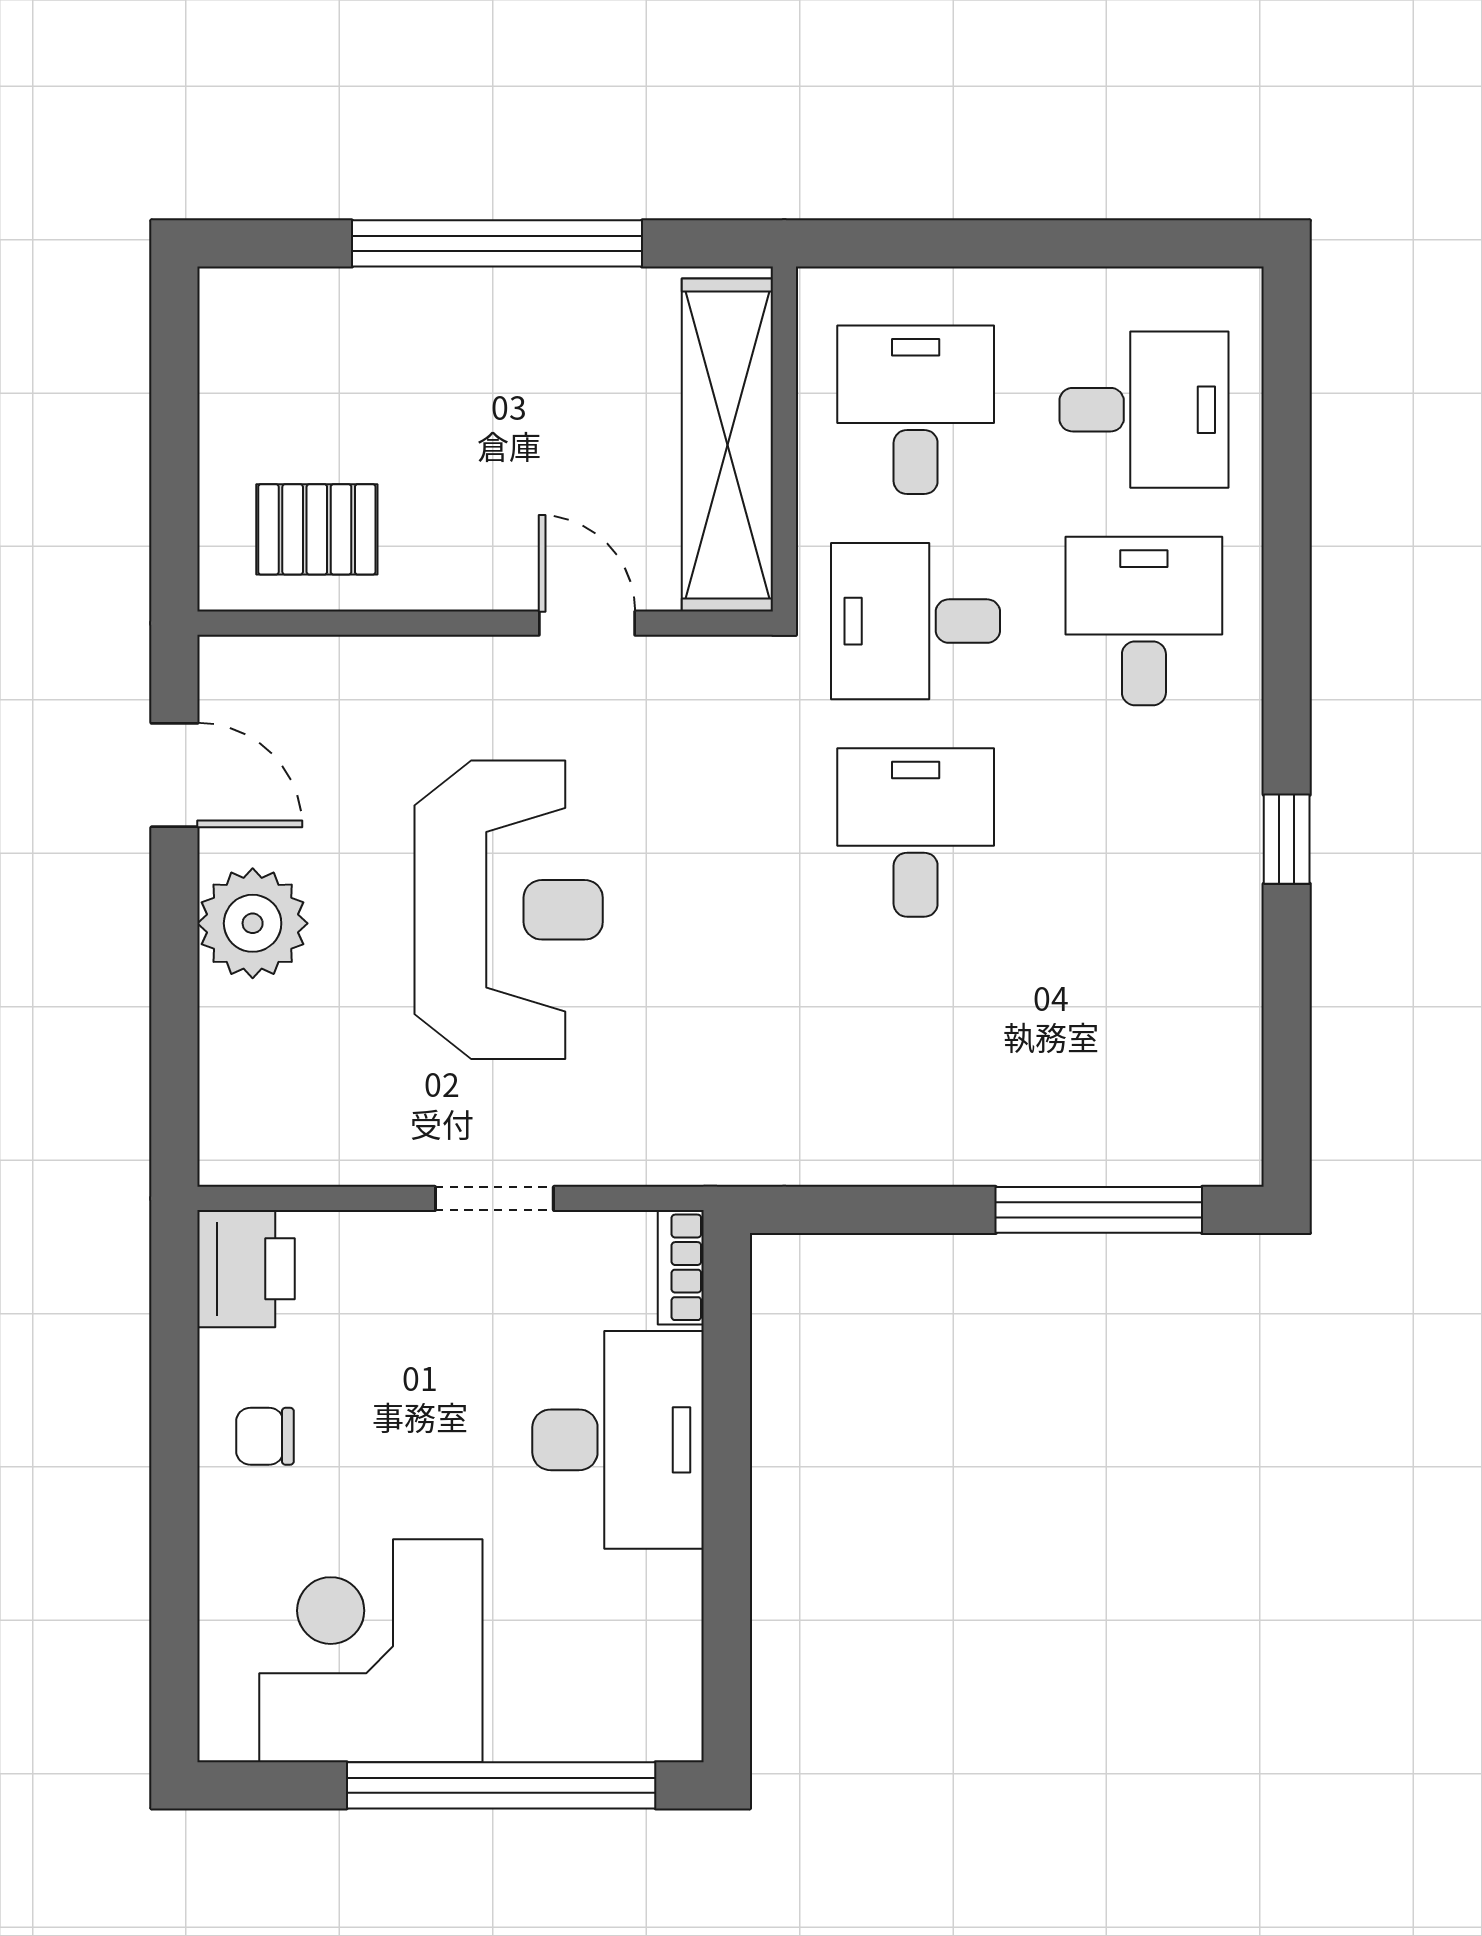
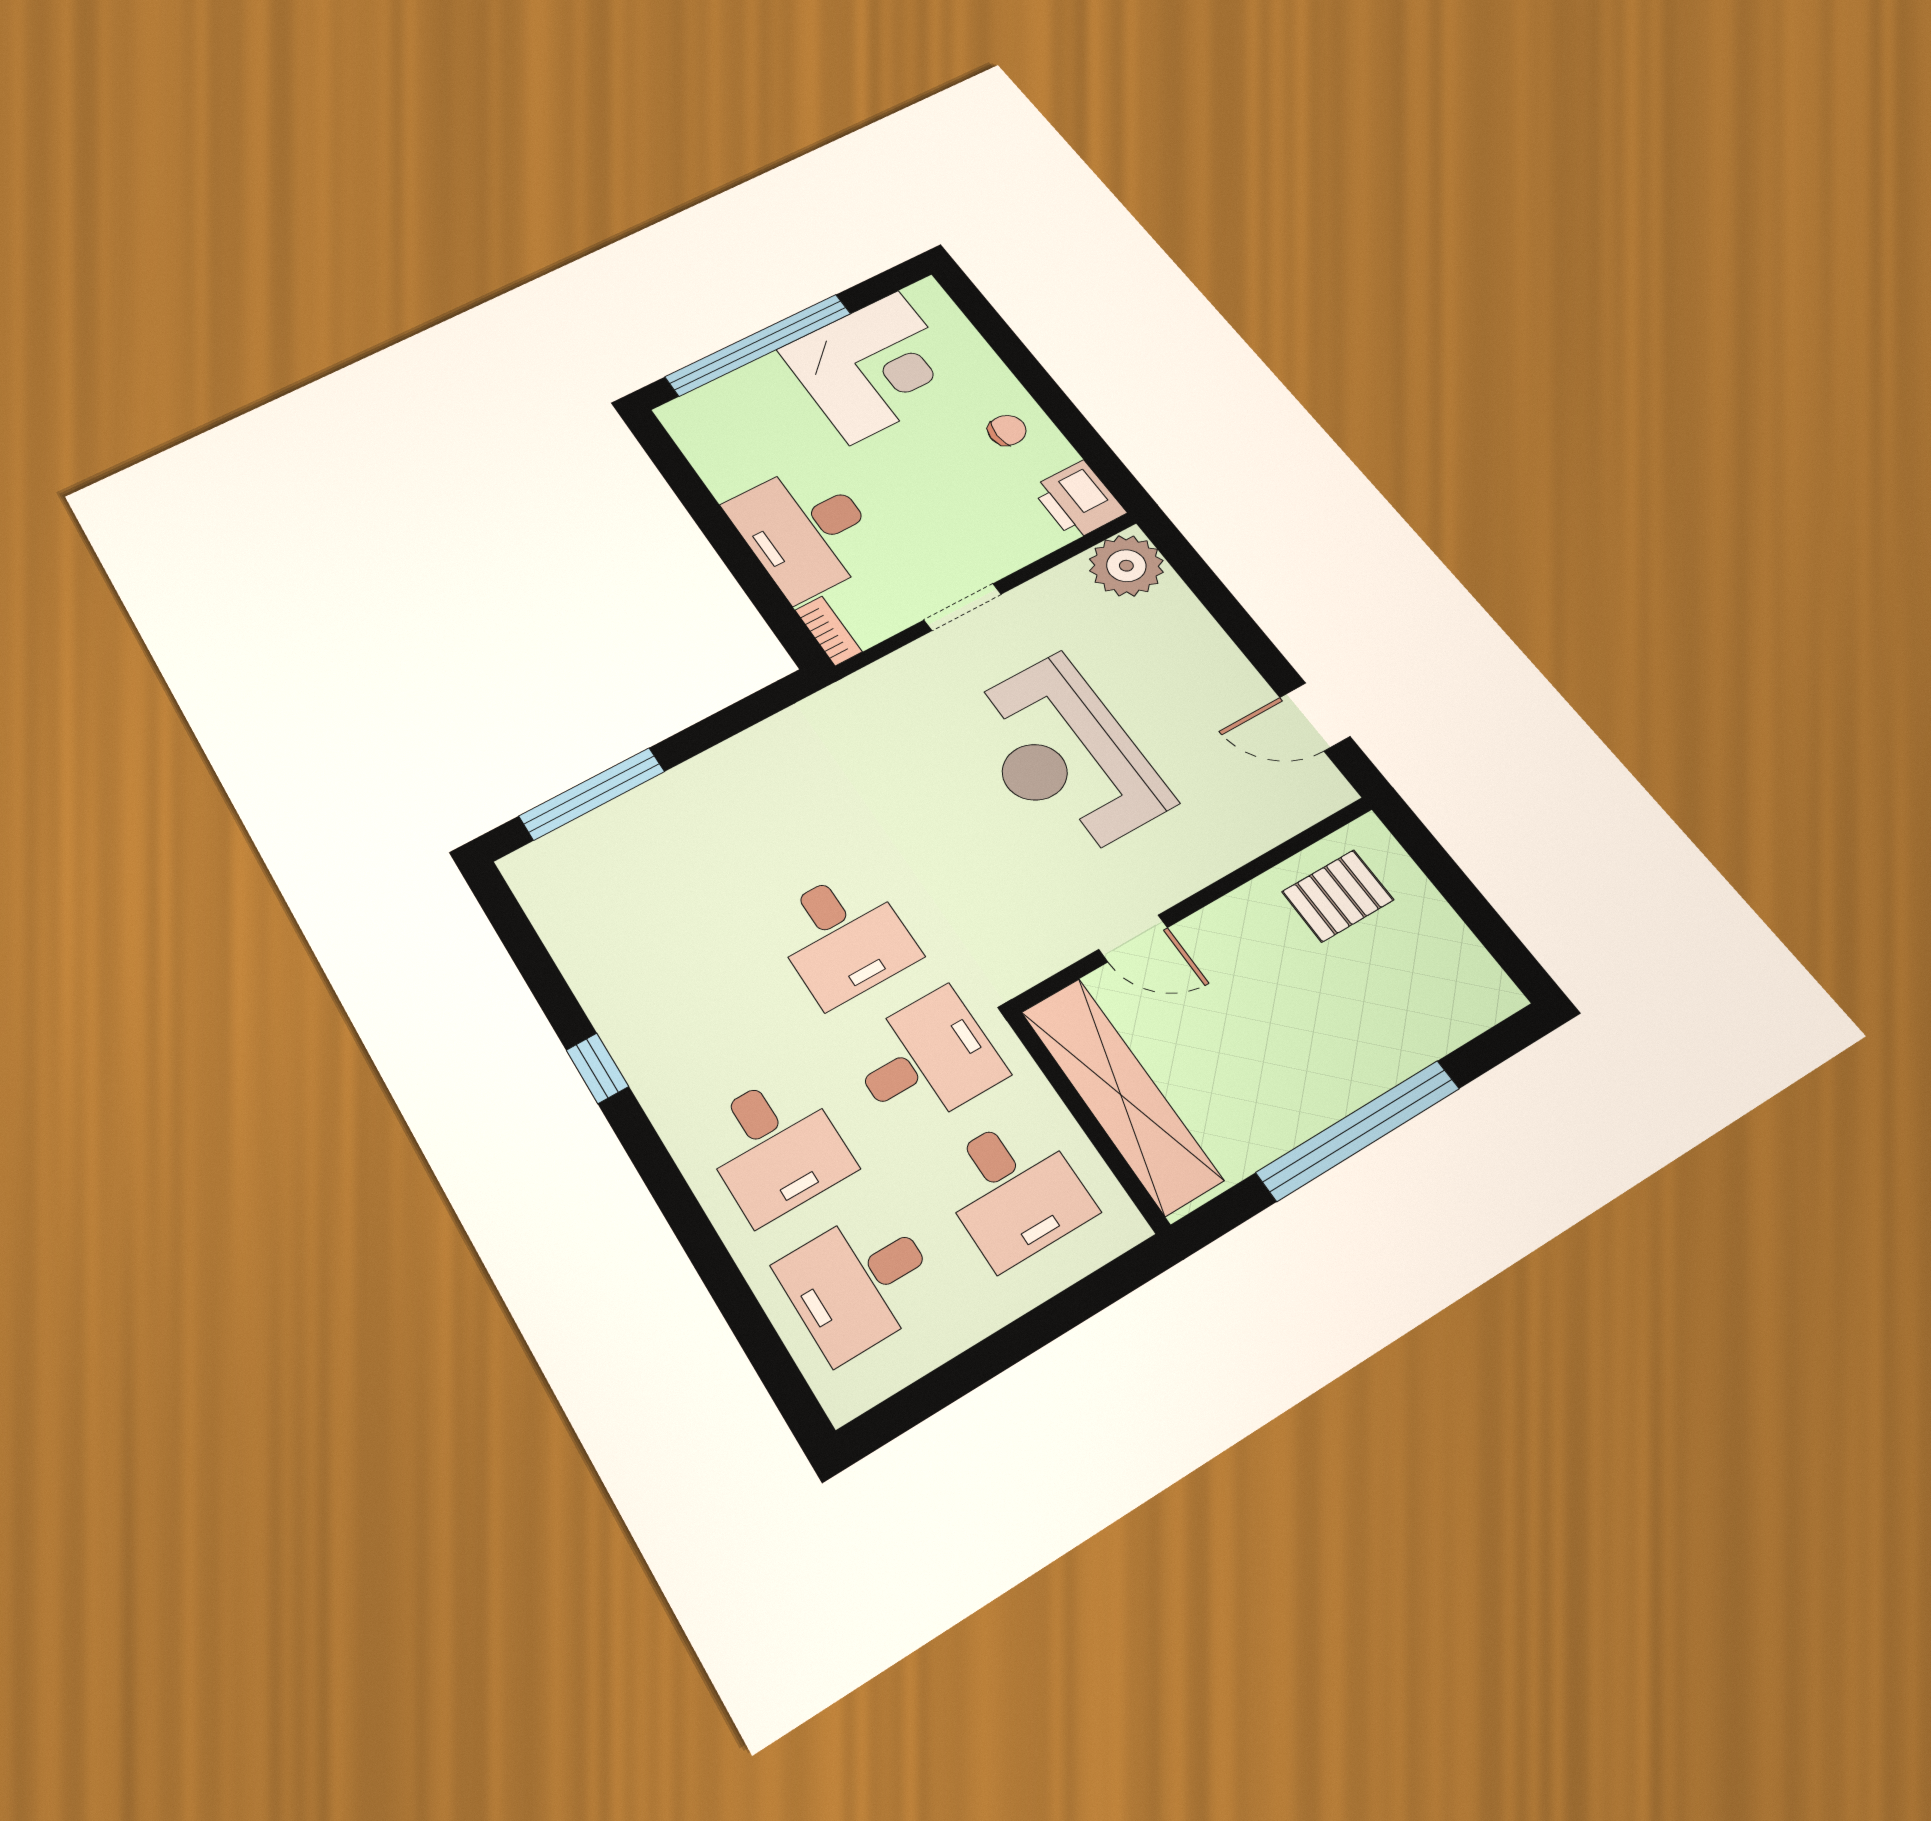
plant: (253, 923) -> (1126, 566), moved

